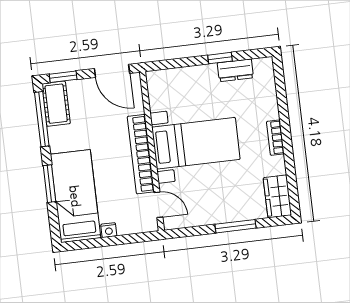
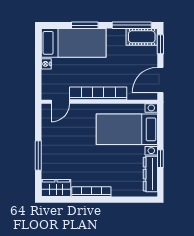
dresser: (235, 70) -> (150, 174), width x1.44
bookcase: (275, 138) -> (91, 192), width x1.56
bed with nightstands: (196, 143) -> (127, 129), moved, turned 90

